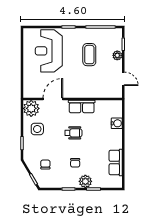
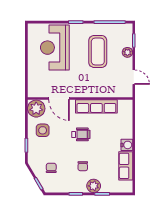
coffee table: (89, 55) -> (98, 51), width x1.36, depth x1.32
door: (53, 99) -> (59, 98), swing flipped
row of seats: (82, 106) -> (96, 106), width x1.48
water cooler: (117, 123) -> (127, 145), moved

